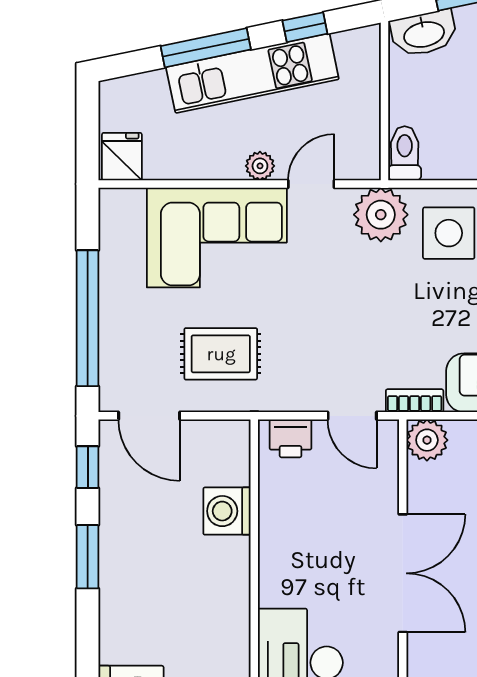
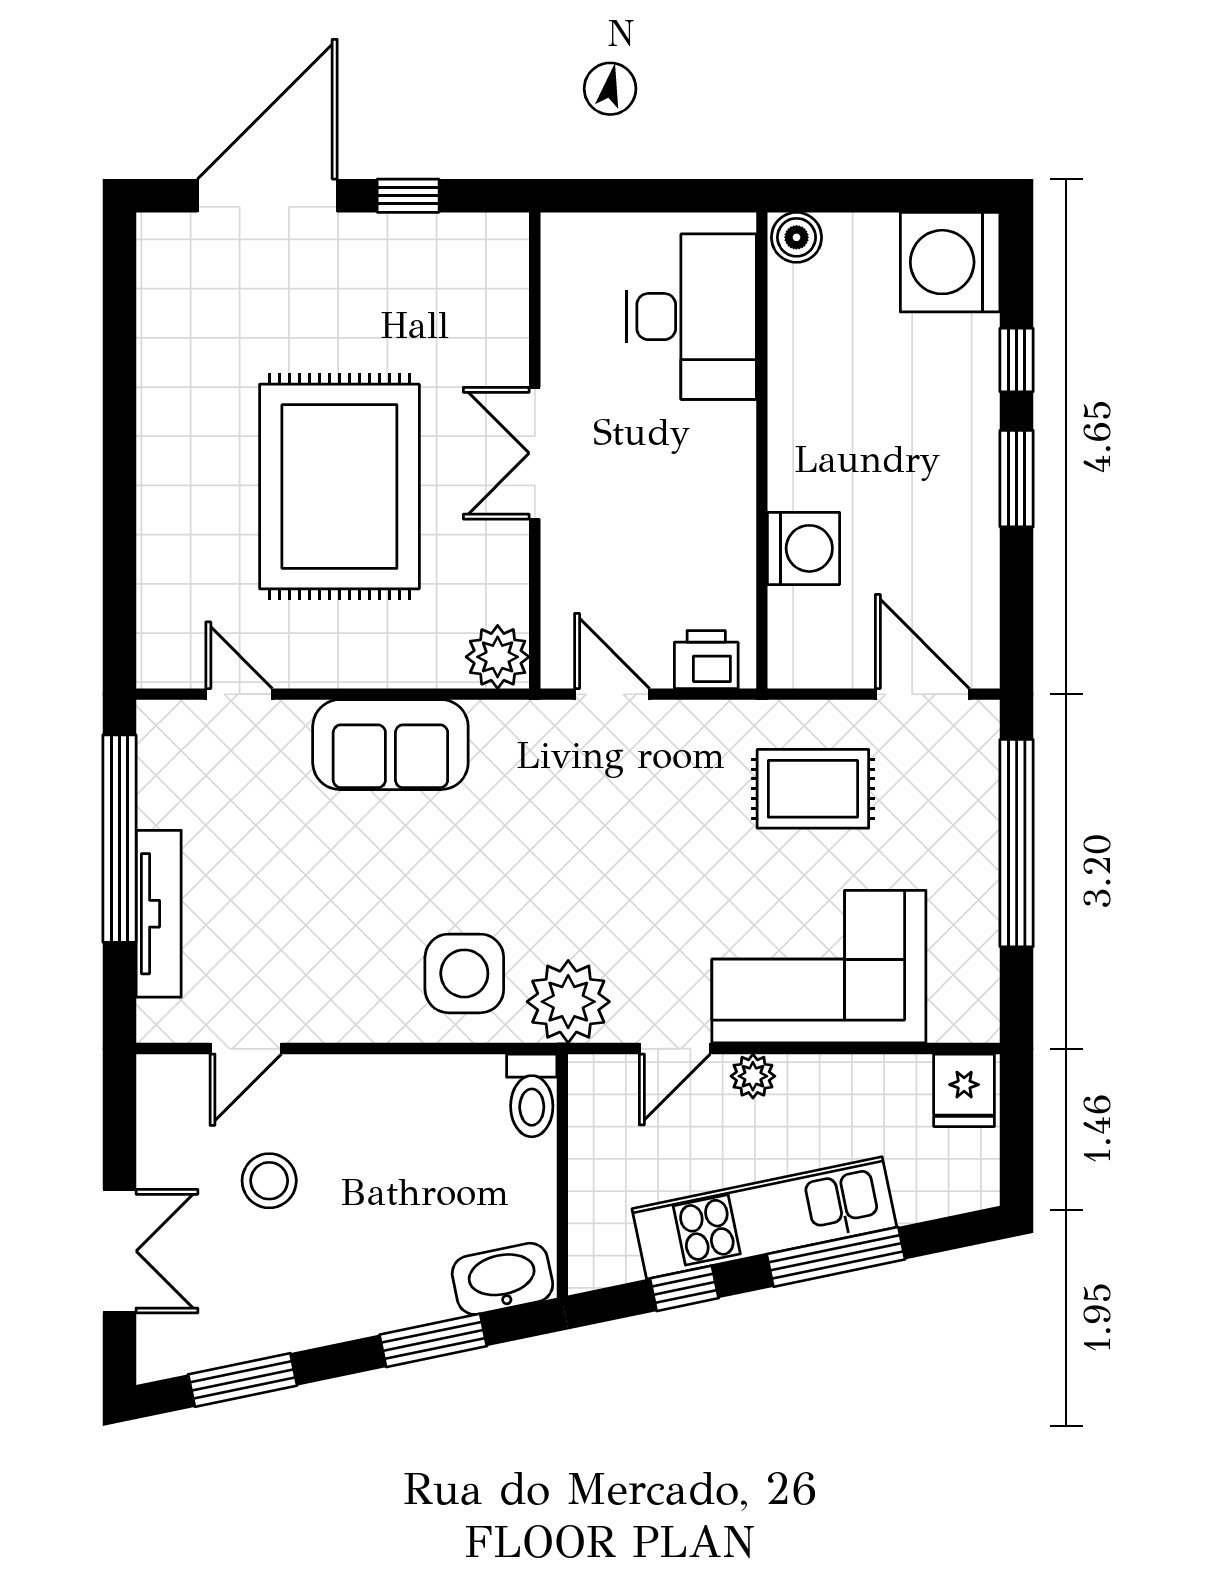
bookcase: (415, 401) -> (517, 717), removed
window: (88, 467) -> (1017, 360), moved
double door: (403, 573) -> (535, 453), width x0.73

